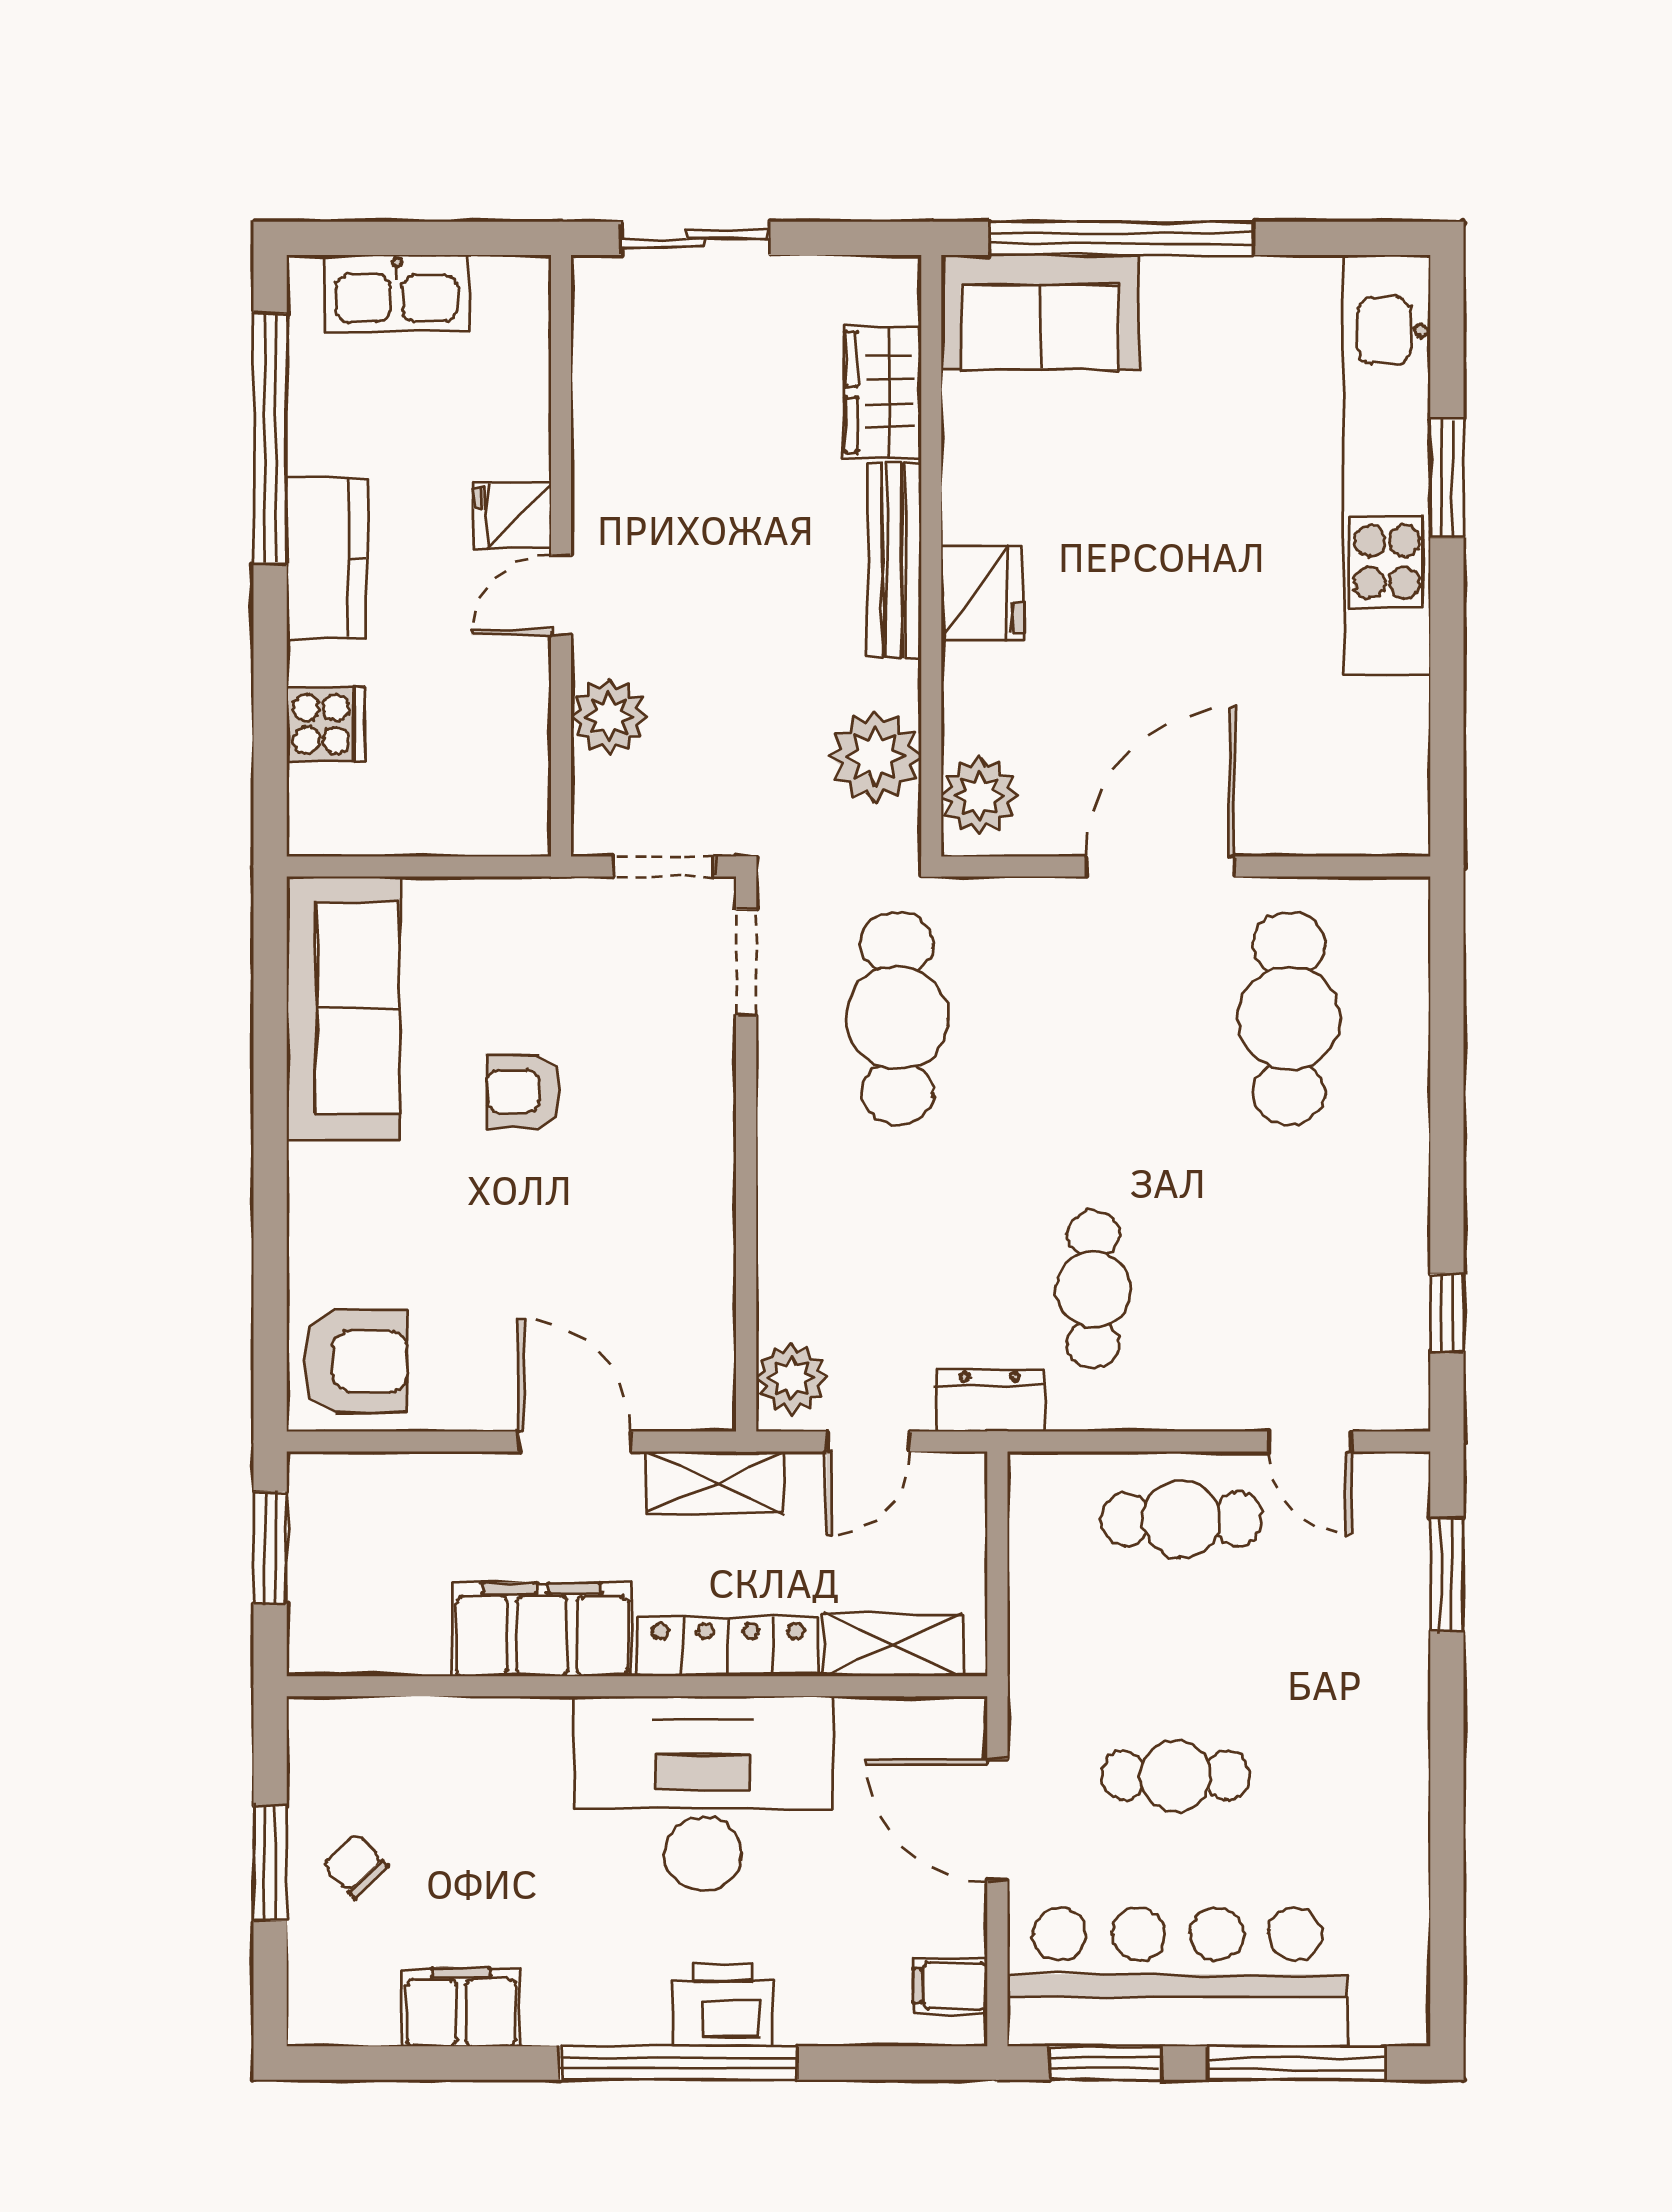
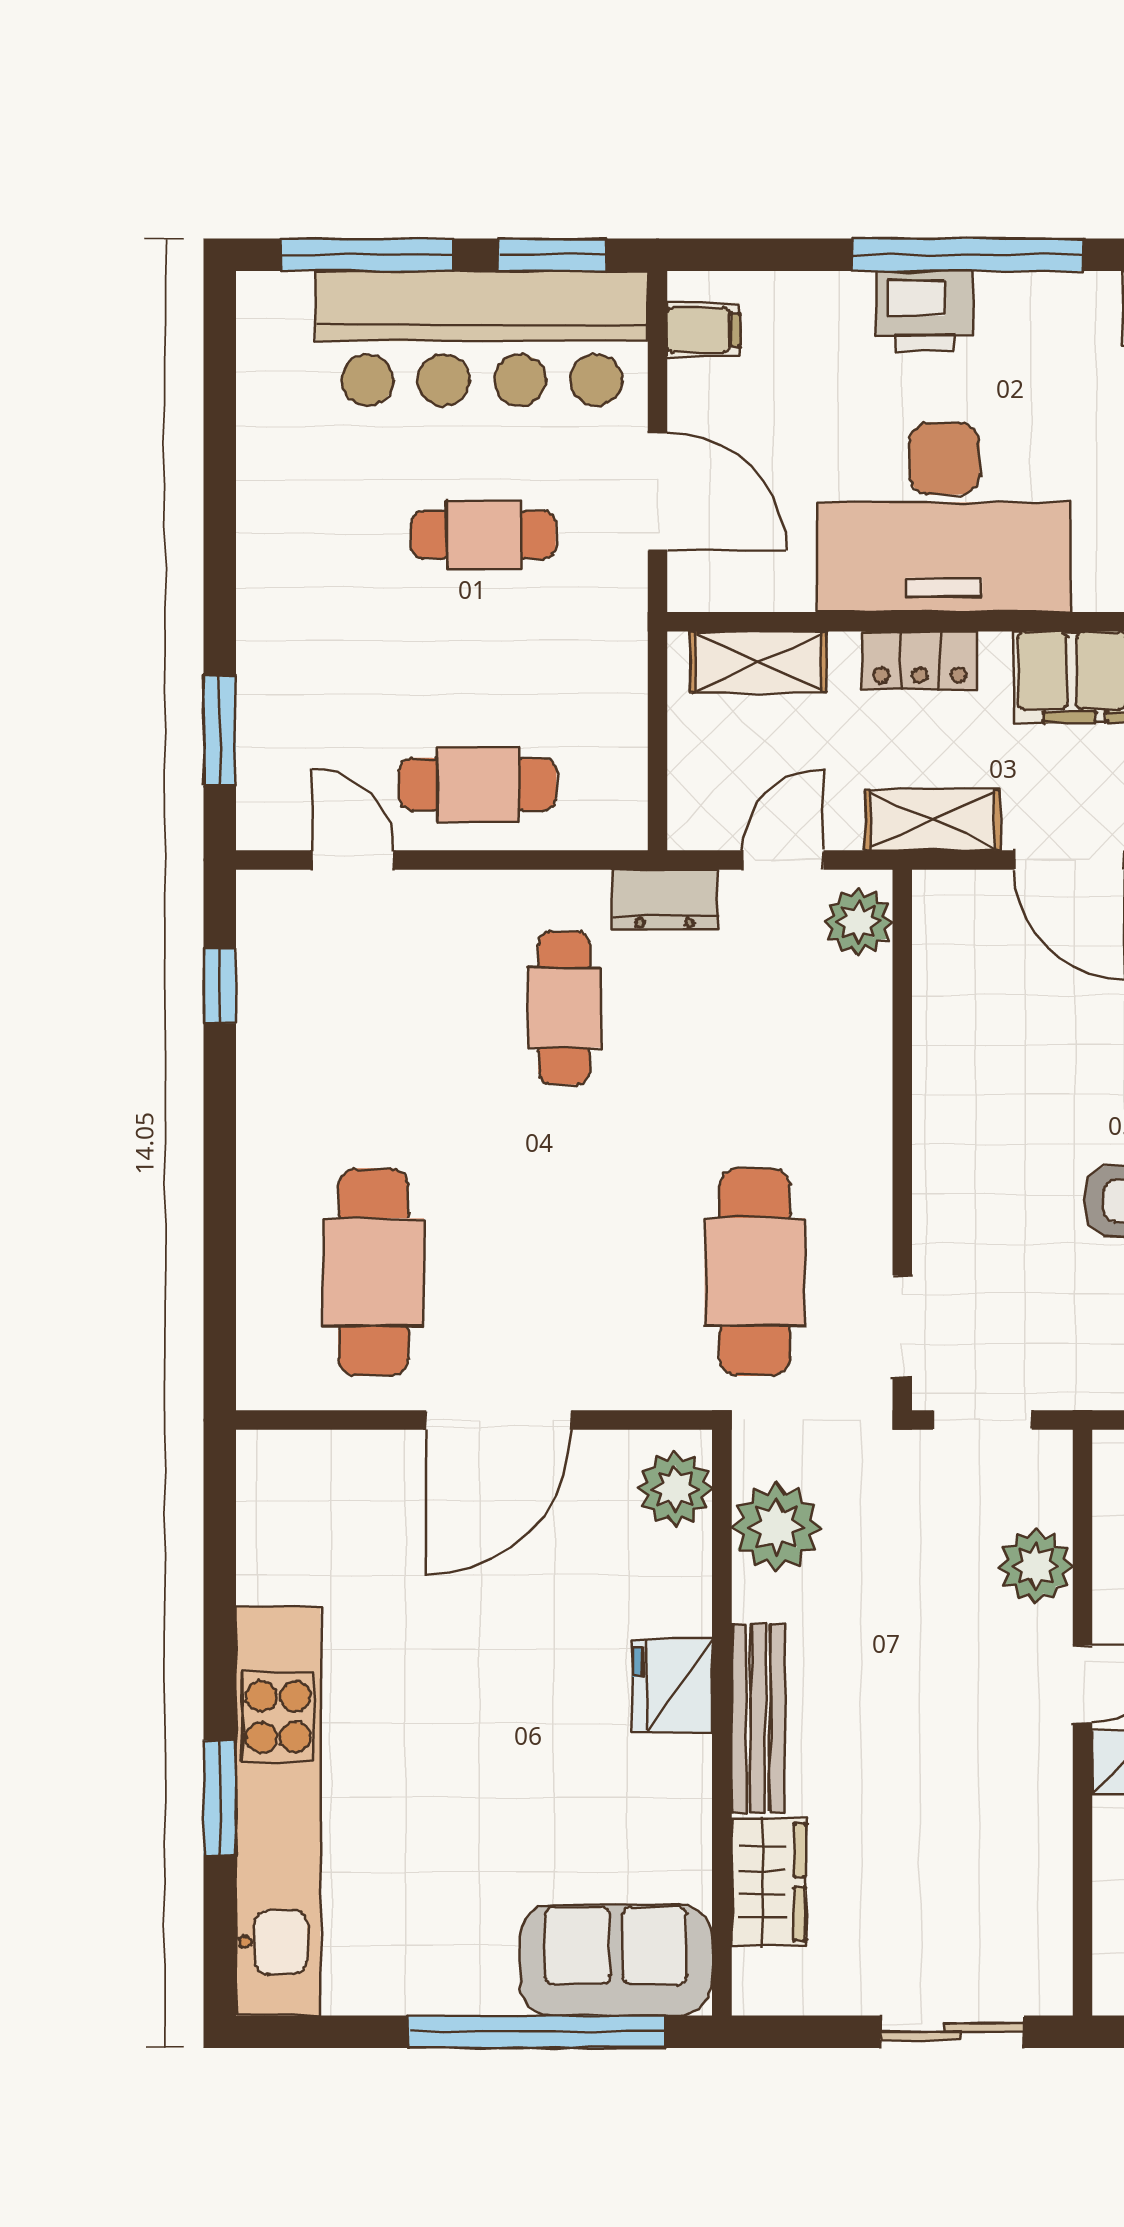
locker: (728, 1646) -> (920, 661), width x0.66

